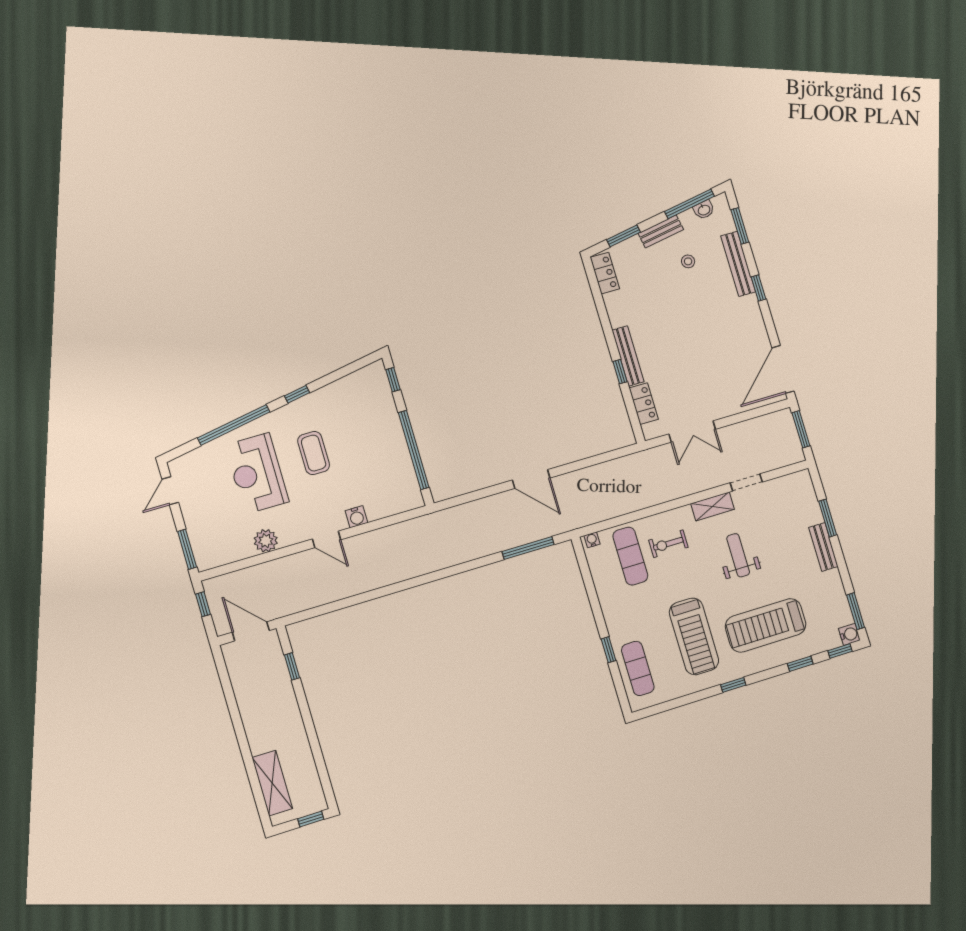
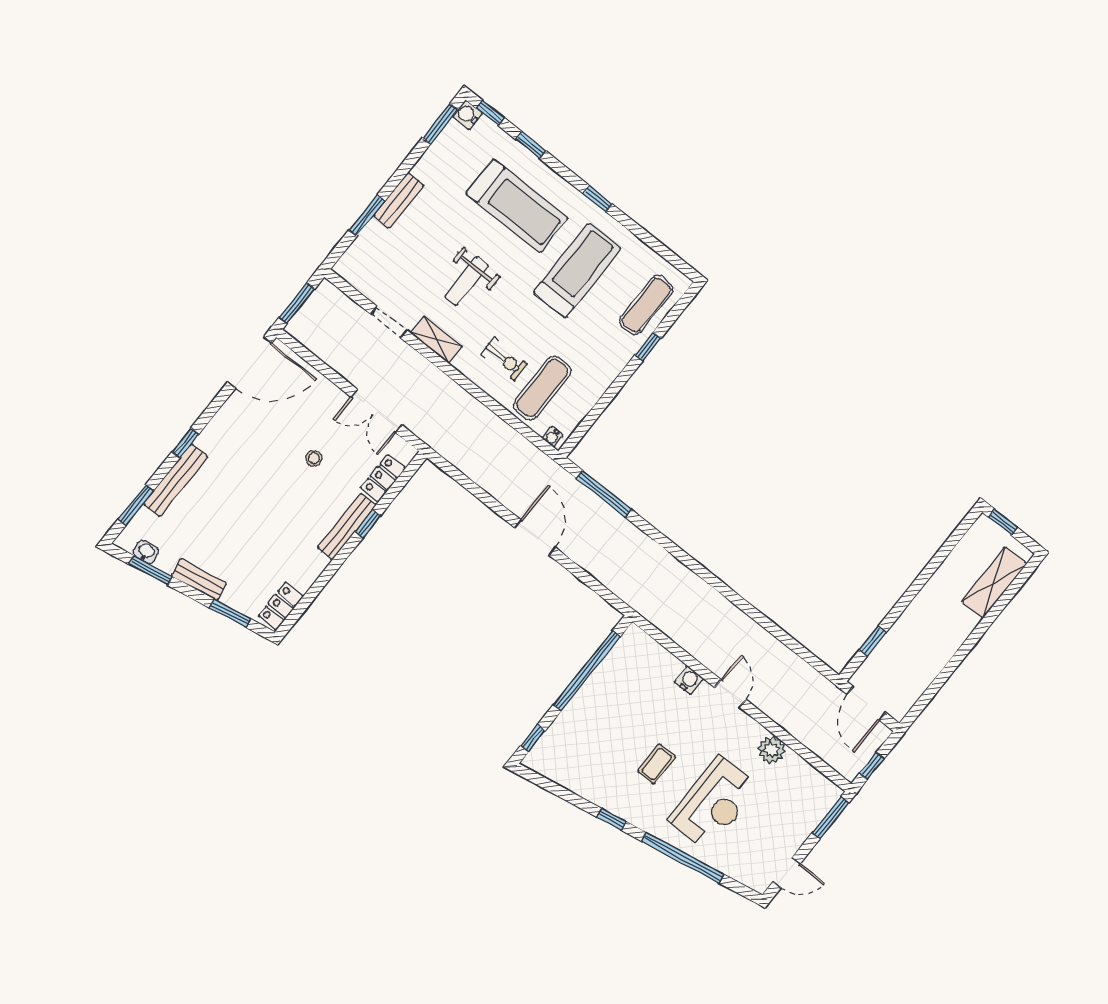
window: (689, 204) -> (150, 570), width x0.69
stool: (688, 261) -> (314, 458), moved
double door: (692, 432) -> (377, 411), swing flipped
coffee table: (314, 453) -> (657, 764), width x0.73, depth x0.77

